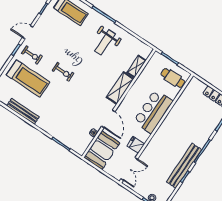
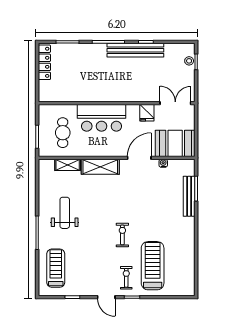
weight bench: (105, 42) -> (65, 213), turned -90
cafe table: (173, 78) -> (63, 133), moved
bench: (23, 111) -> (189, 196), moved

